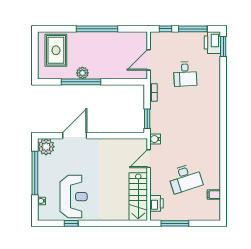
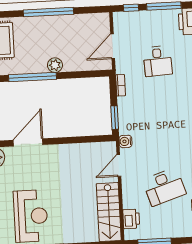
plant: (82, 73) -> (55, 65), moved

